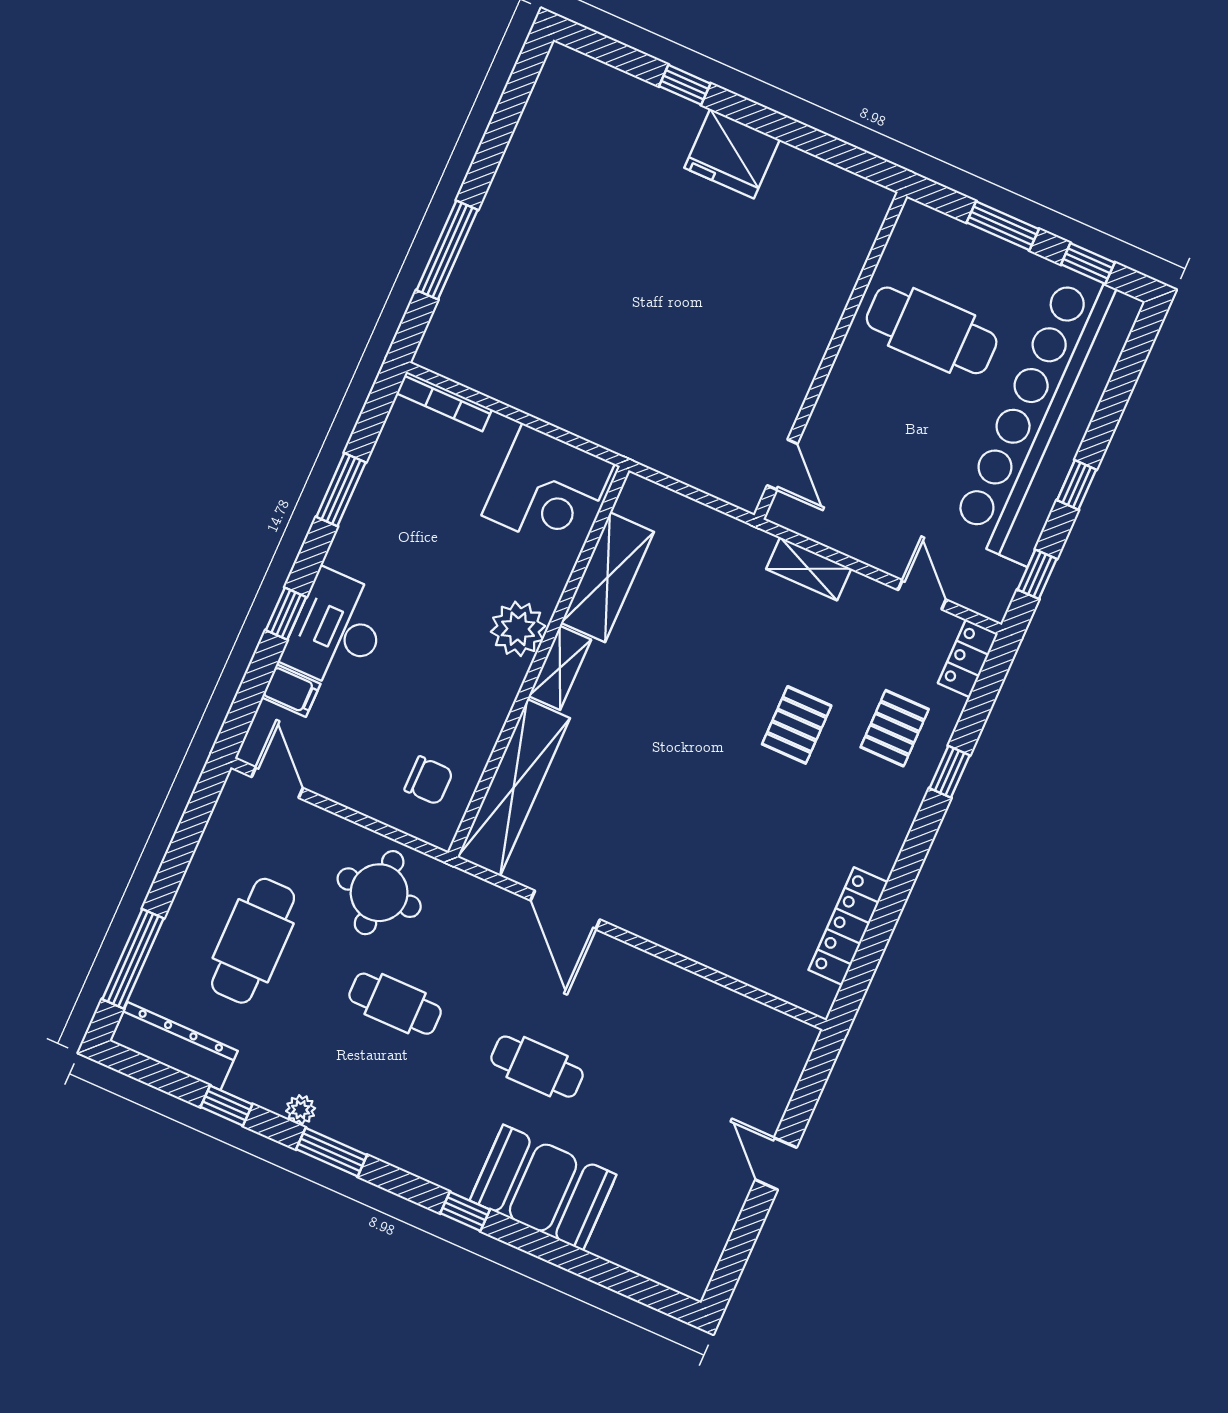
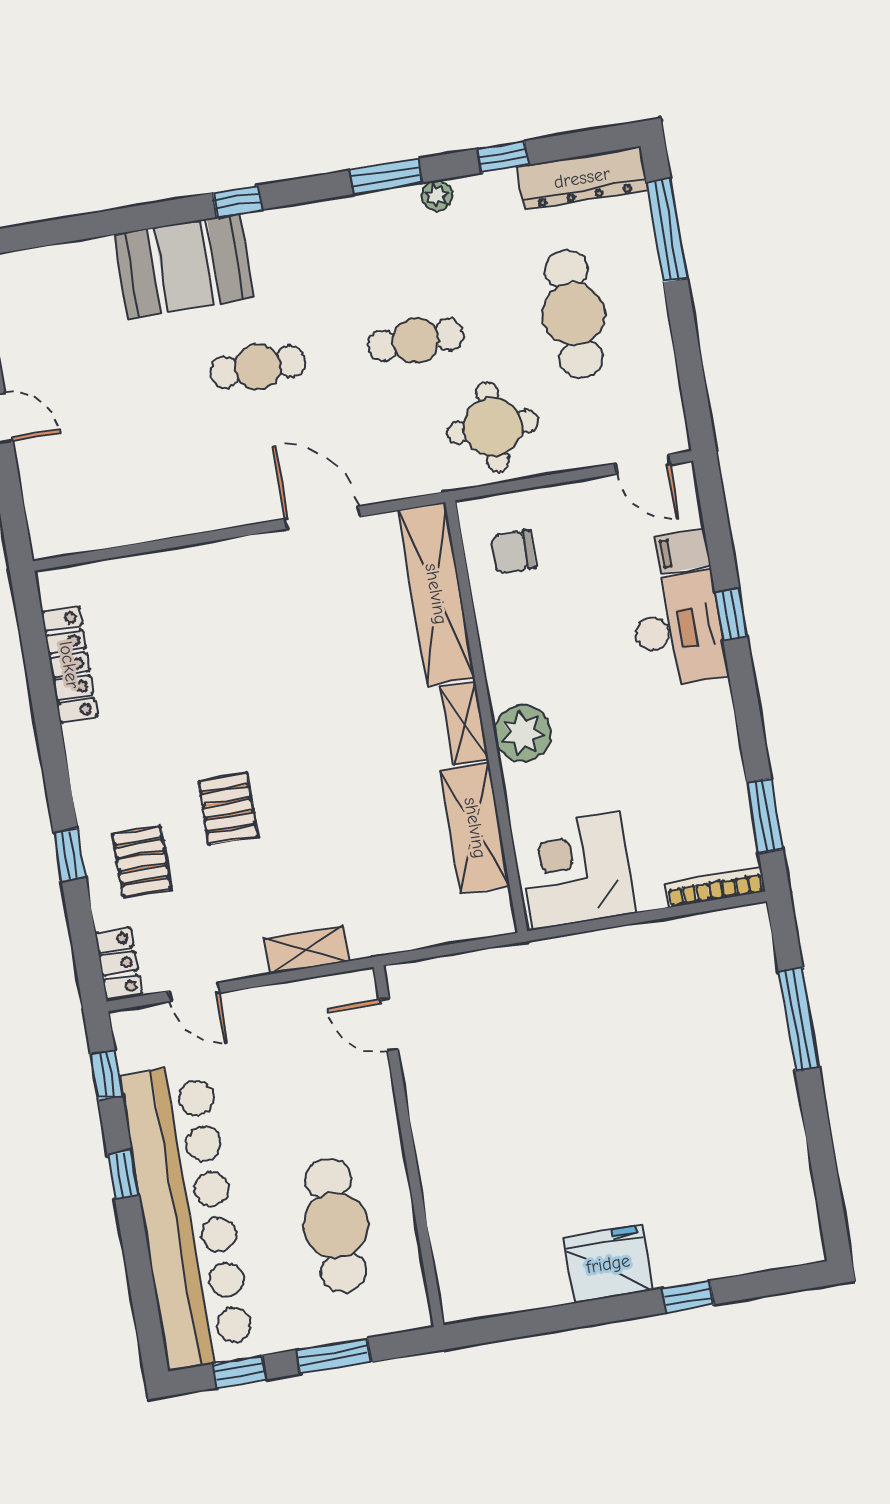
cafe table: (932, 330) -> (336, 1225), turned 90
window: (341, 490) -> (765, 816), moved

